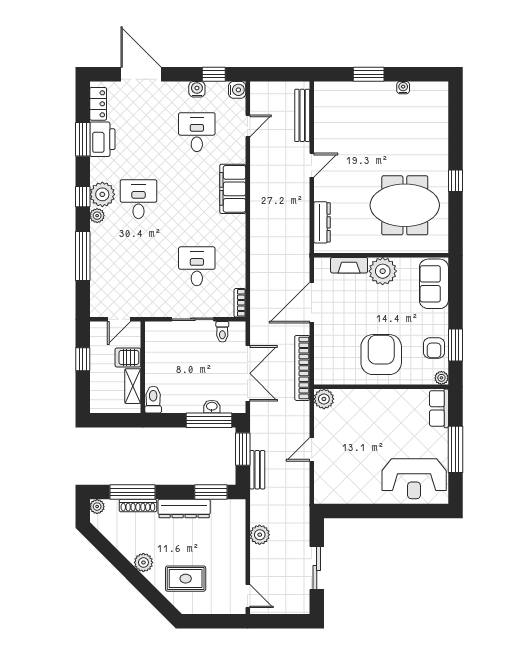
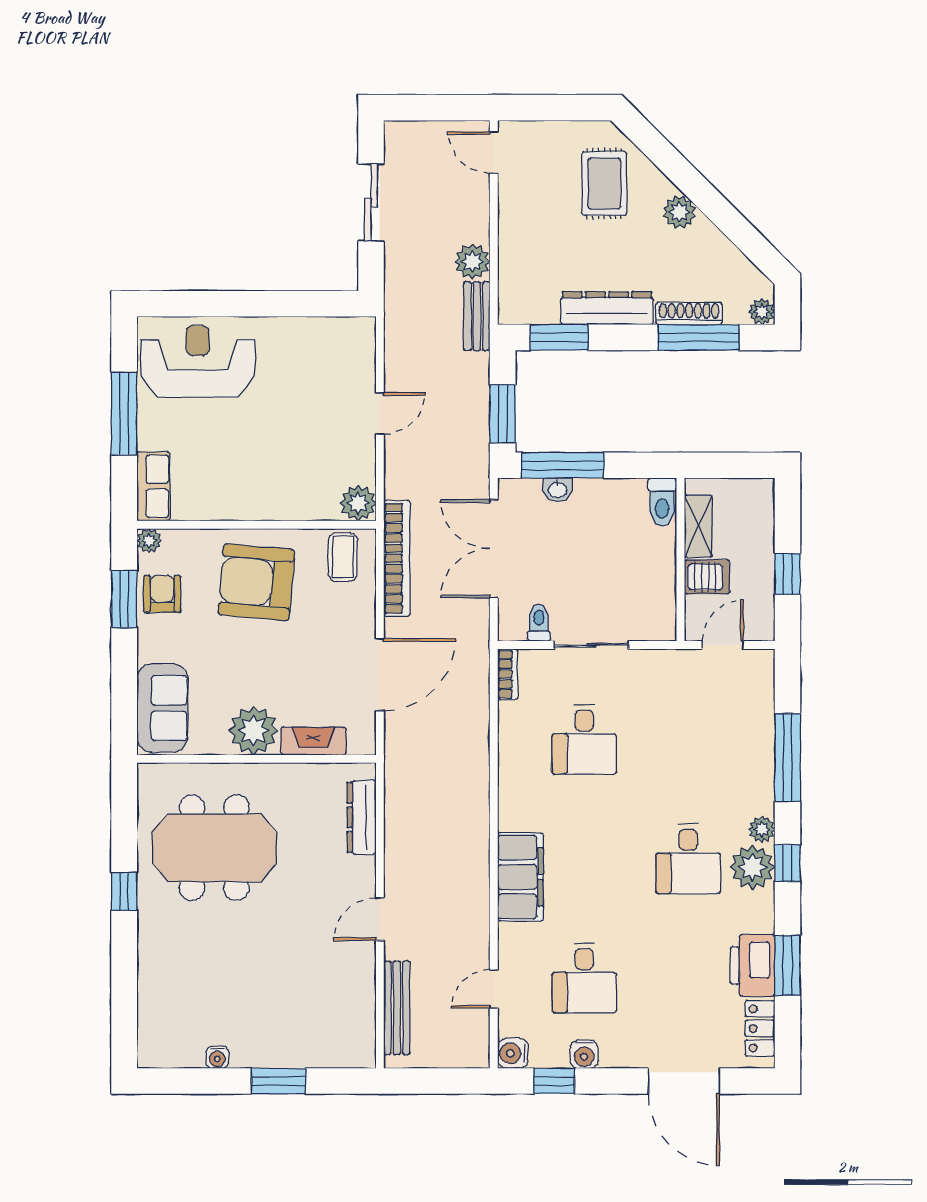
armchair: (381, 355) -> (256, 582), turned 95
coffee table: (332, 369) -> (343, 557), added
bench: (257, 470) -> (477, 316), moved
rug: (186, 579) -> (604, 183), turned 90

